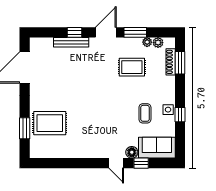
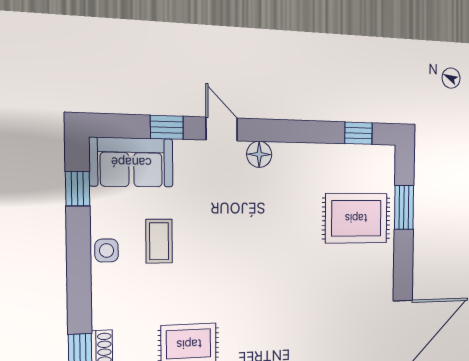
window: (180, 115) -> (78, 189), moved
floor lamp: (132, 152) -> (259, 154), moved
window: (49, 163) -> (358, 133), added

